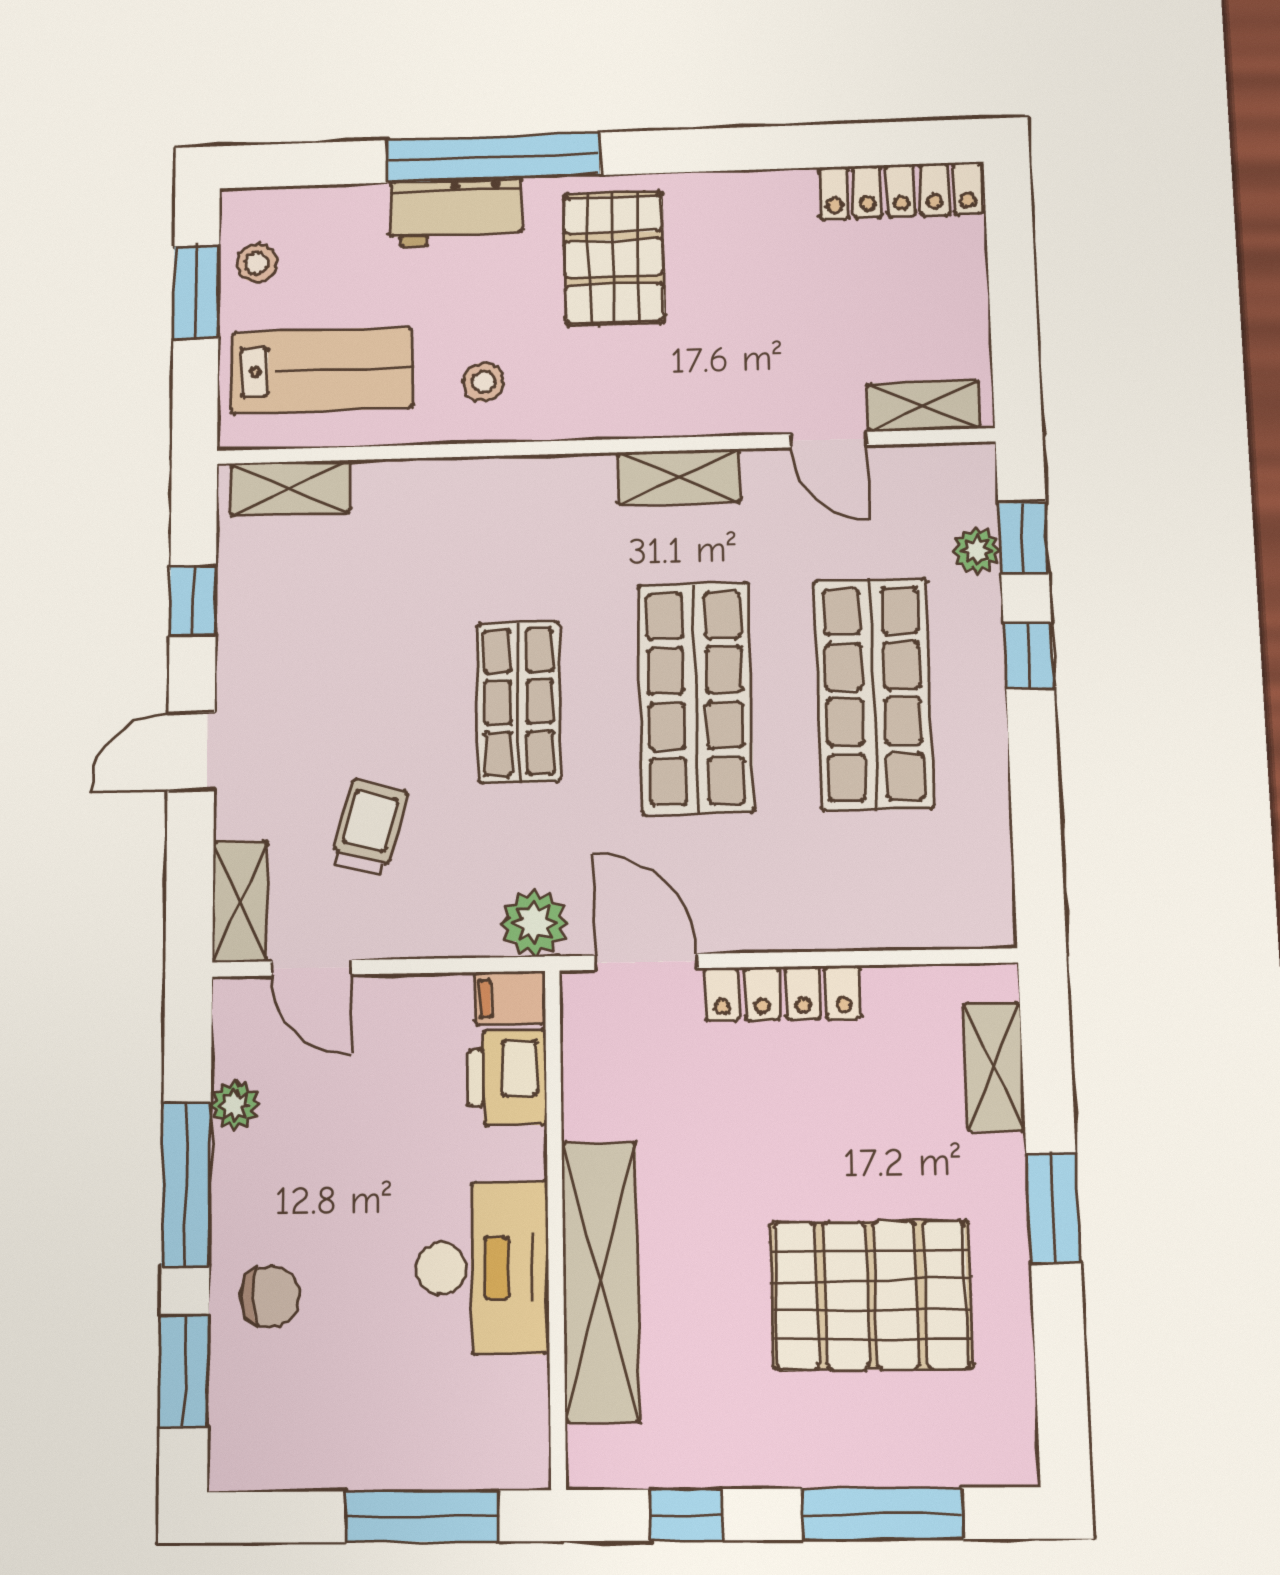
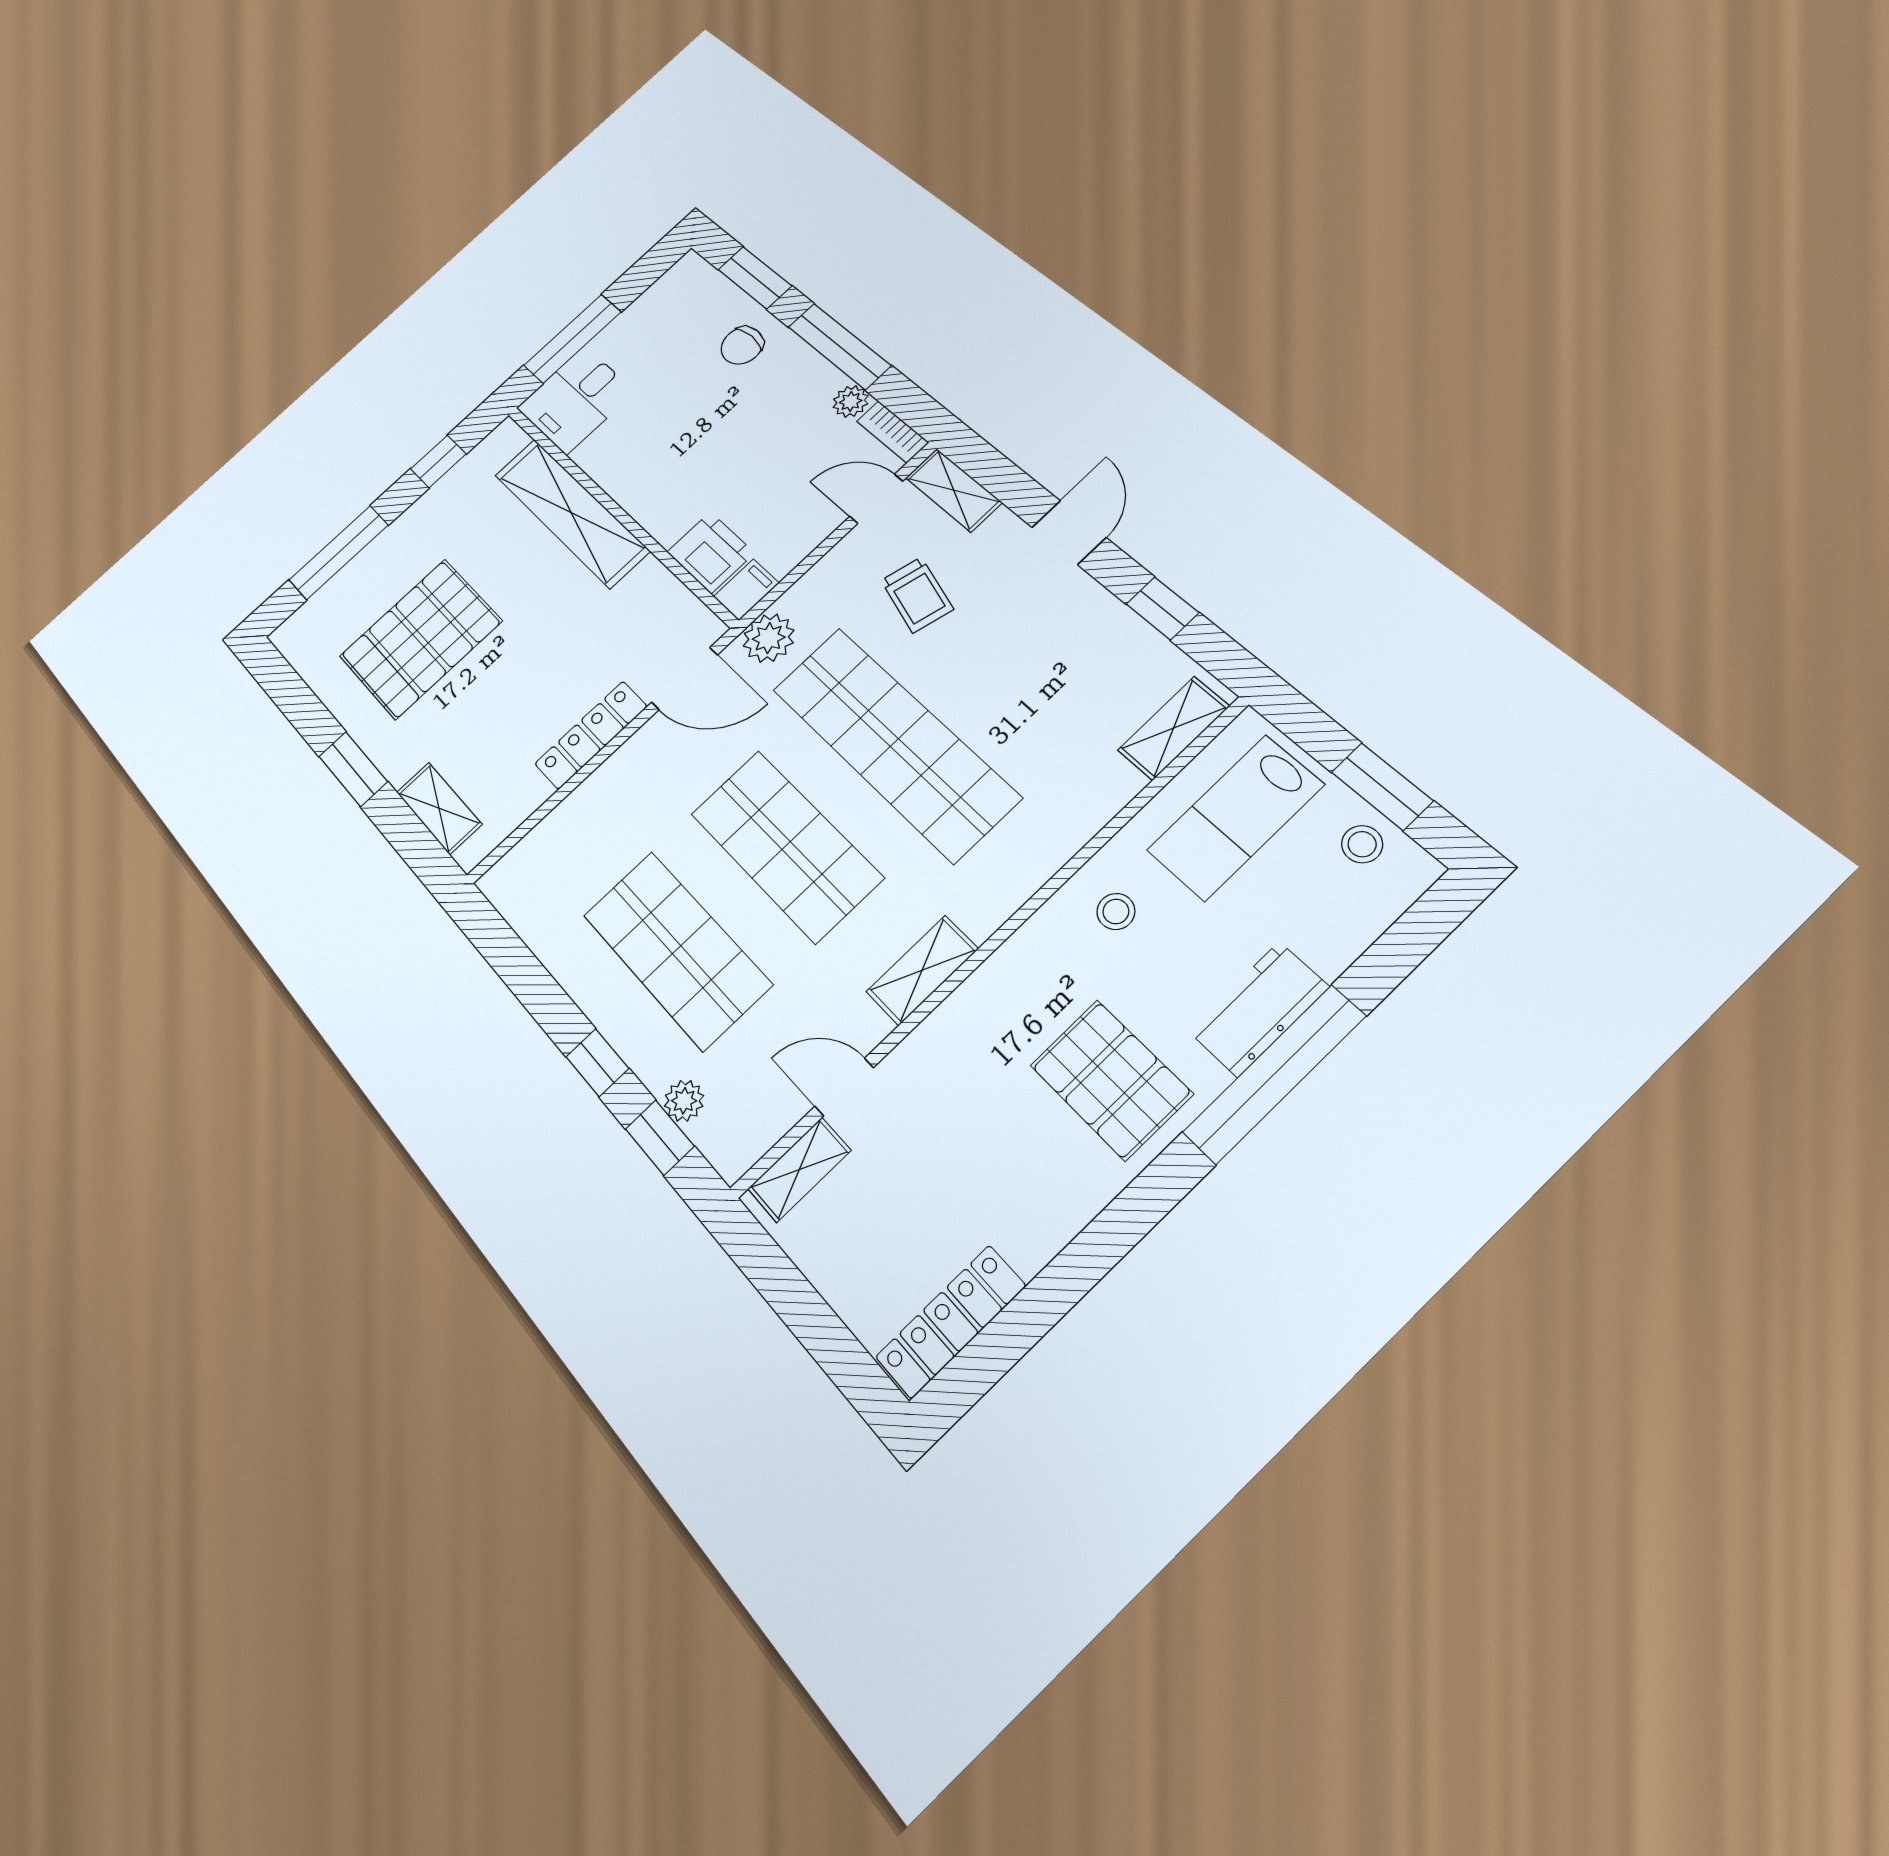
shop shelf: (519, 702) -> (894, 743), width x2.00, depth x1.36
bookcase: (231, 1026) -> (893, 432), added
desk: (482, 1268) -> (576, 400), moved, width x0.73

